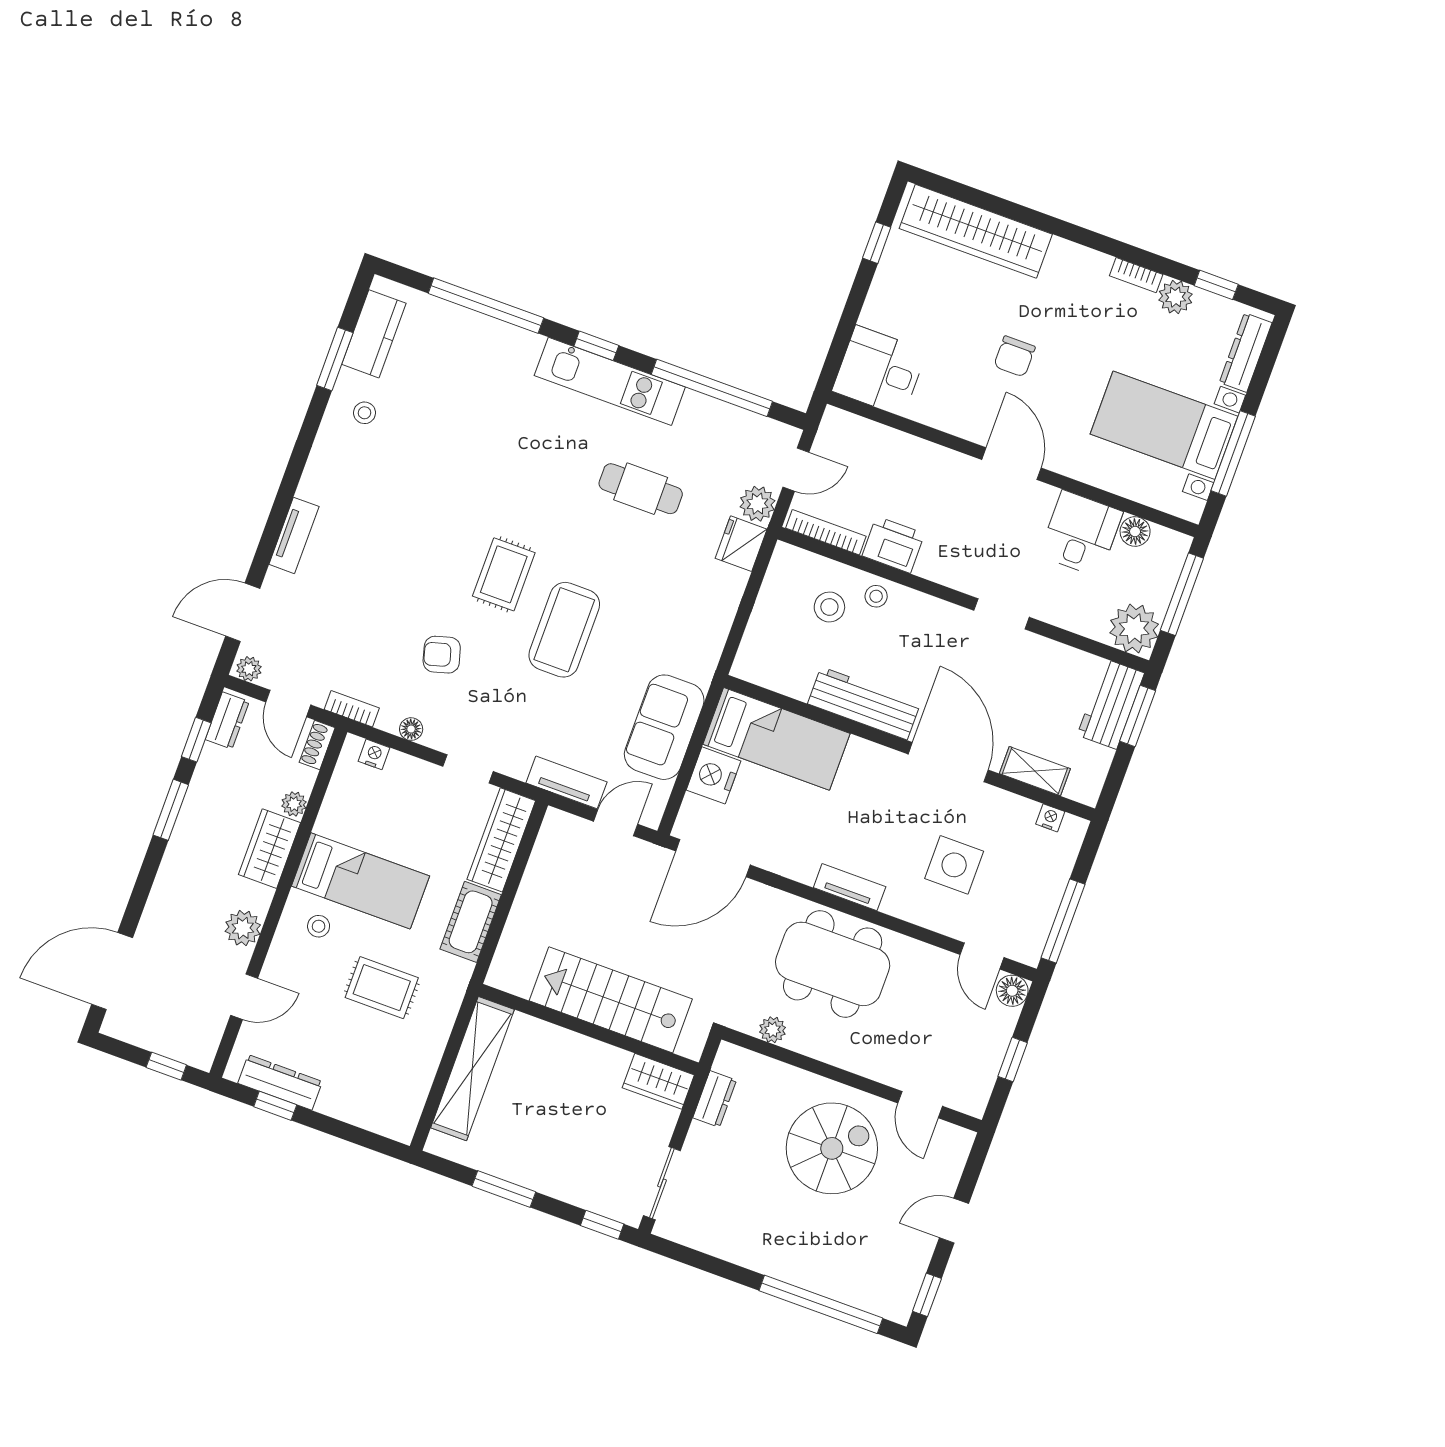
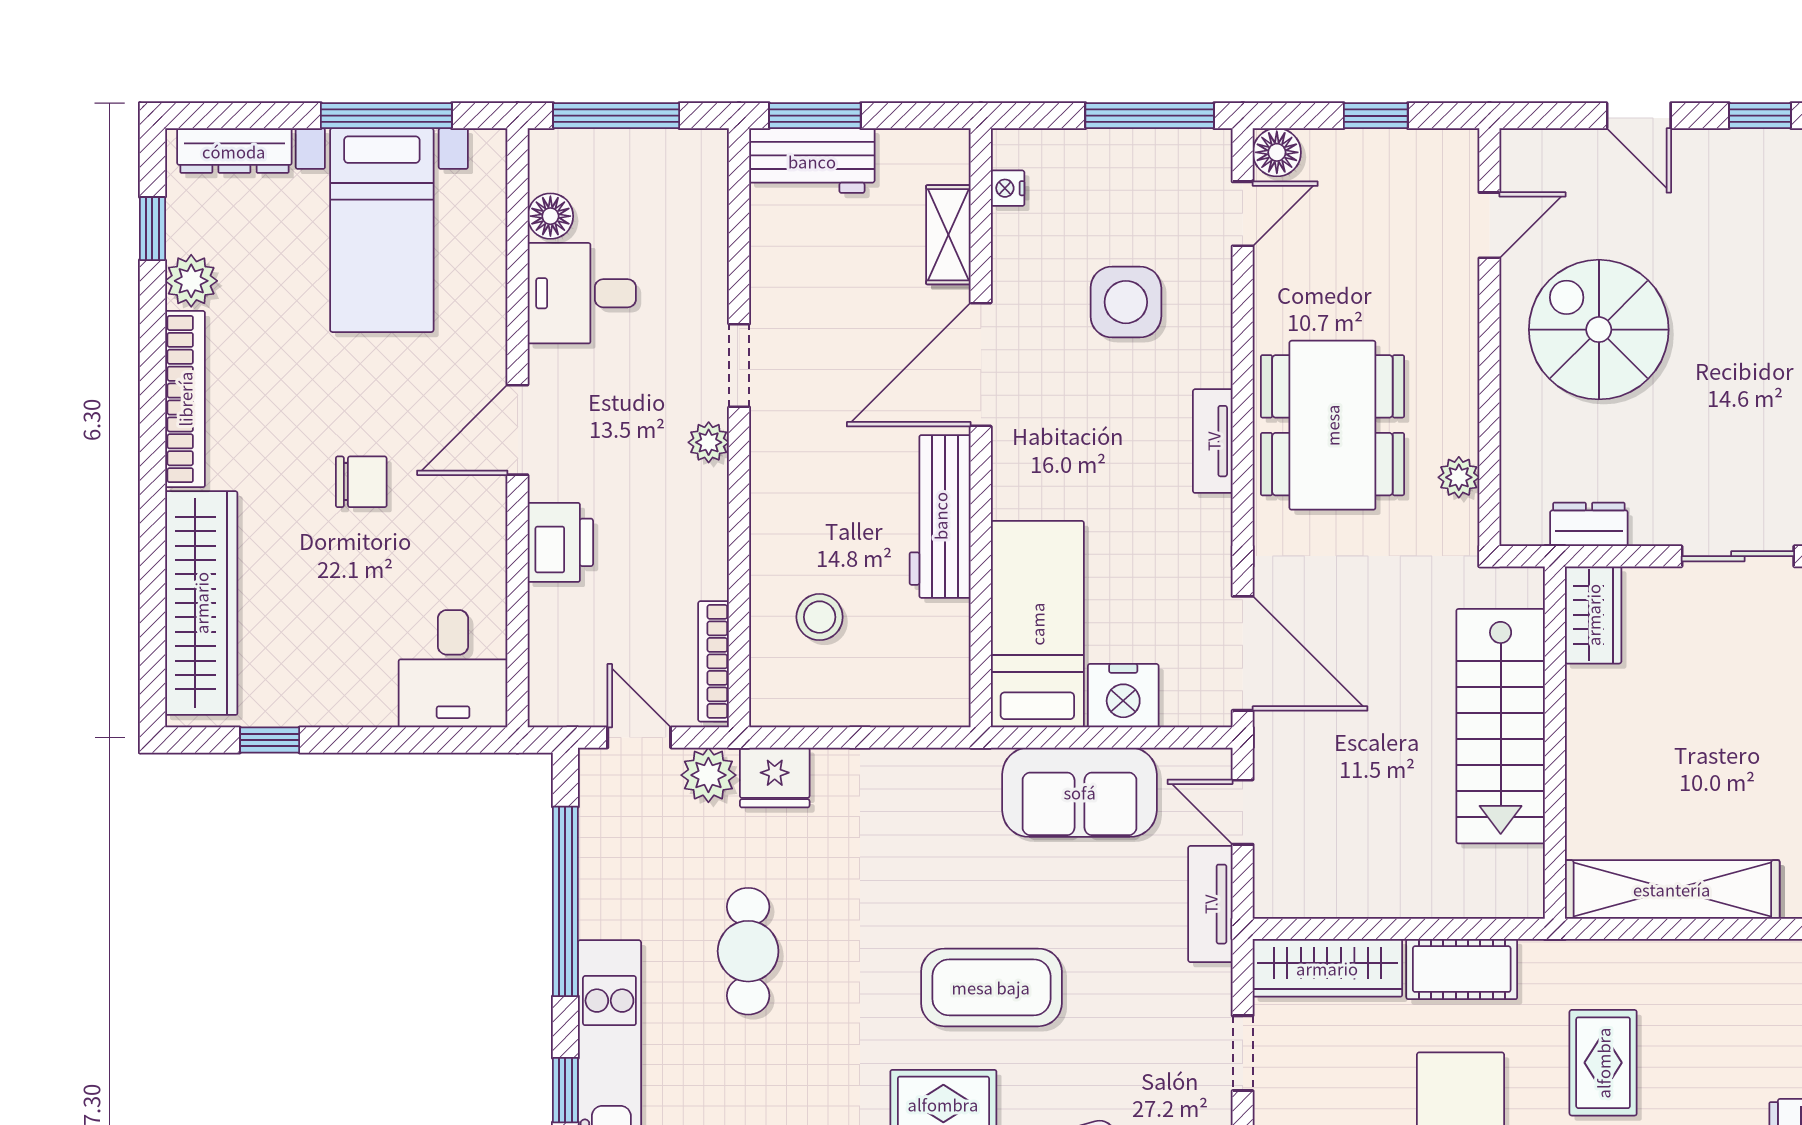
bookcase: (1136, 275) -> (185, 399), width x2.31, depth x1.31
printer: (893, 545) -> (560, 542), moved, turned 180
stool: (876, 596) -> (780, 555), removed
plant: (1134, 629) -> (709, 442), moved, width x0.53, depth x0.53

